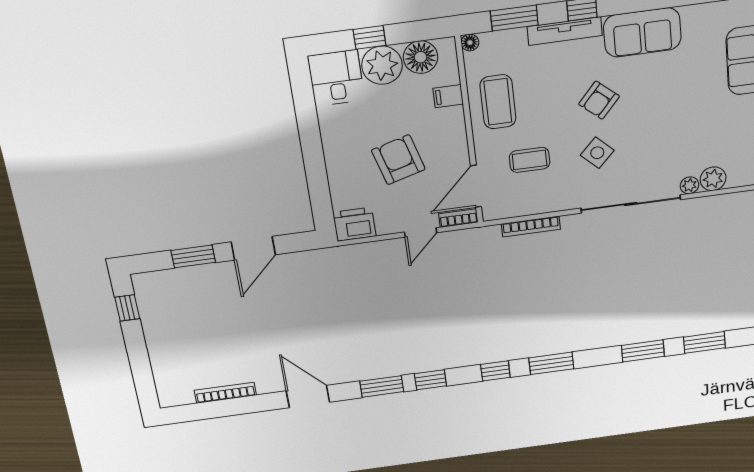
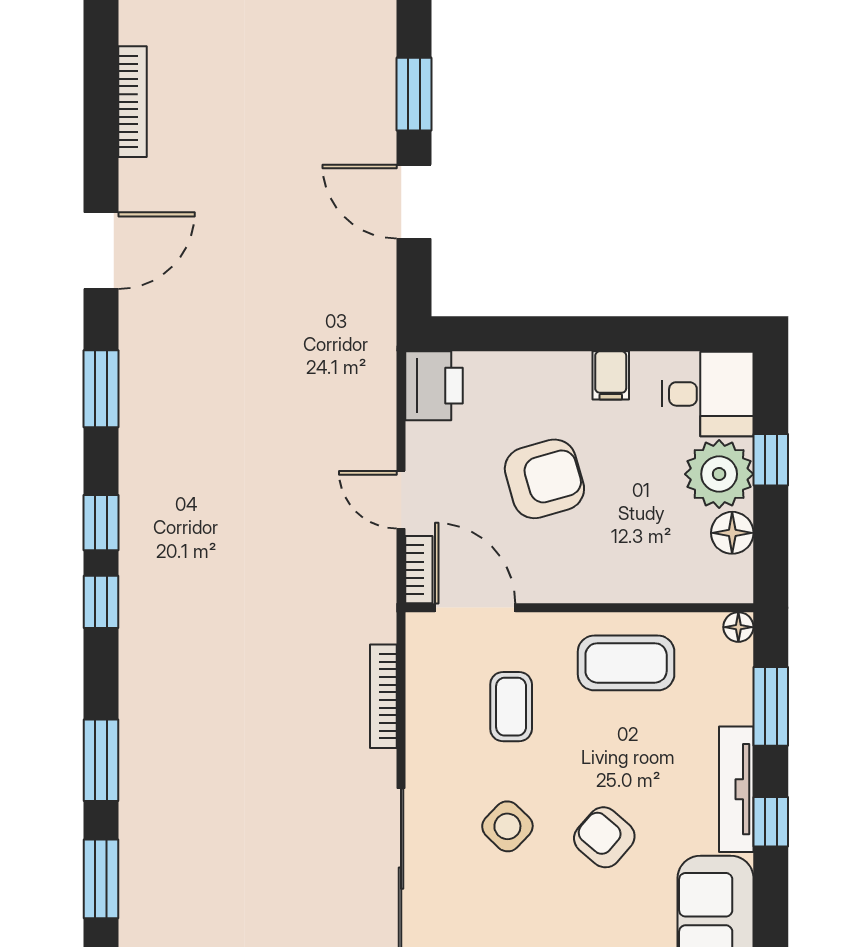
floor lamp: (421, 57) -> (732, 533), width x0.73, depth x0.73
filing cabinet: (448, 96) -> (611, 375), moved, turned 180
window: (551, 363) -> (101, 760), moved
window: (430, 380) -> (101, 523), moved

